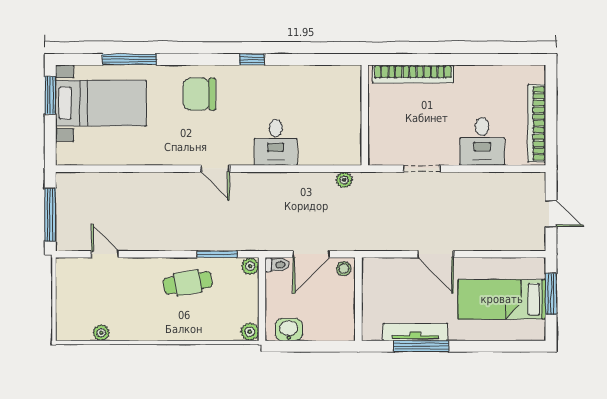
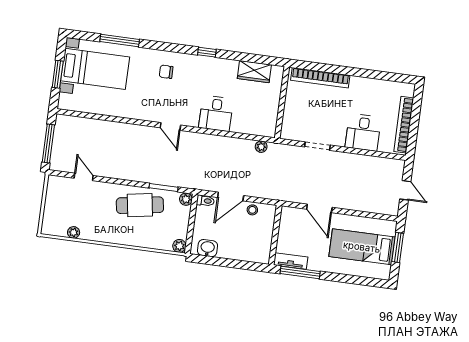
wardrobe: (321, 78) -> (254, 72), added
chair: (199, 94) -> (166, 72), width x0.54, depth x0.54
window: (50, 95) -> (58, 74), moved
cafe table: (188, 283) -> (140, 205), width x1.37, depth x1.35
wall: (358, 299) -> (275, 235), moved
tv unit: (415, 332) -> (291, 261), width x0.71

